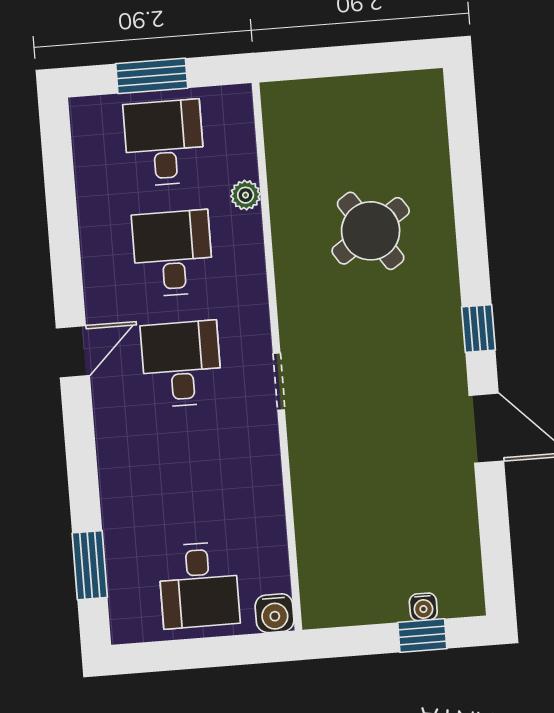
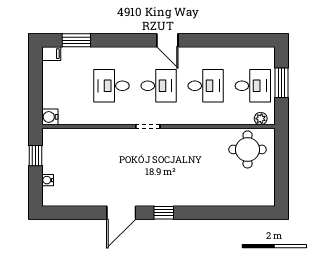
plant: (246, 195) -> (261, 119), moved
round table: (371, 231) -> (248, 149), moved, turned 34
desk: (199, 585) -> (112, 86), moved
filing cabinet: (126, 622) -> (51, 54), added
window: (422, 636) -> (36, 156), moved

